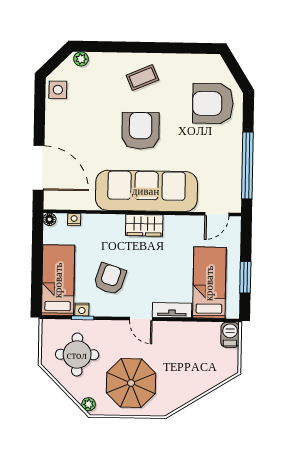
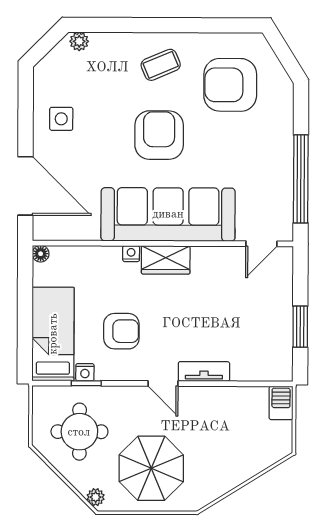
side table: (58, 90) -> (61, 119), moved
armchair: (213, 104) -> (230, 85), moved
nightstand: (74, 219) -> (131, 254), moved
armchair: (110, 279) -> (121, 331), turned 72
bed: (209, 283) -> (253, 334), removed

